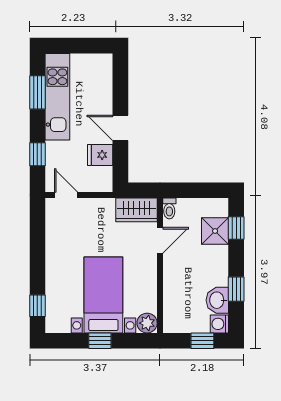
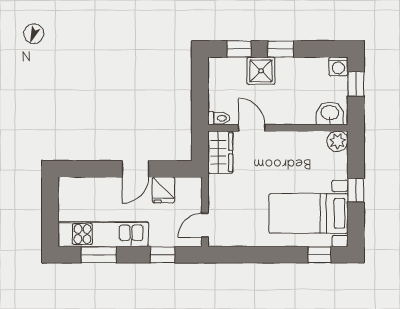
shower: (215, 231) -> (261, 71), moved
window: (236, 289) -> (281, 49), moved
bed with nightstands: (103, 295) -> (308, 213), moved
washbasin: (217, 300) -> (330, 113), moved, turned 180

